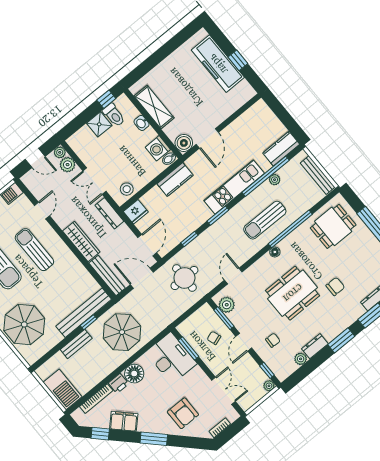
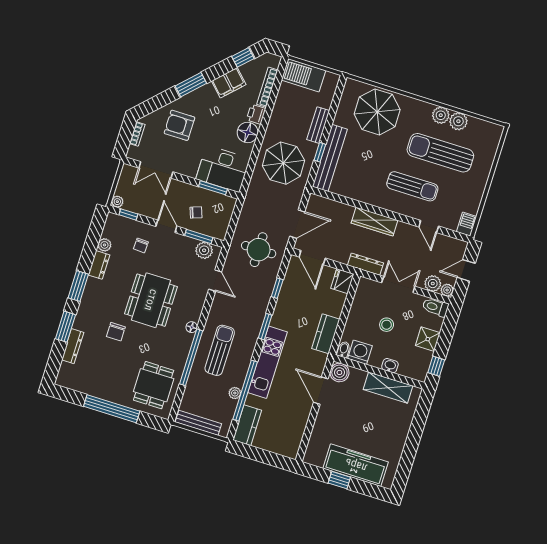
toilet: (114, 115) -> (435, 307), moved
stool: (127, 189) -> (387, 325), moved
bench: (107, 276) -> (331, 206), removed

